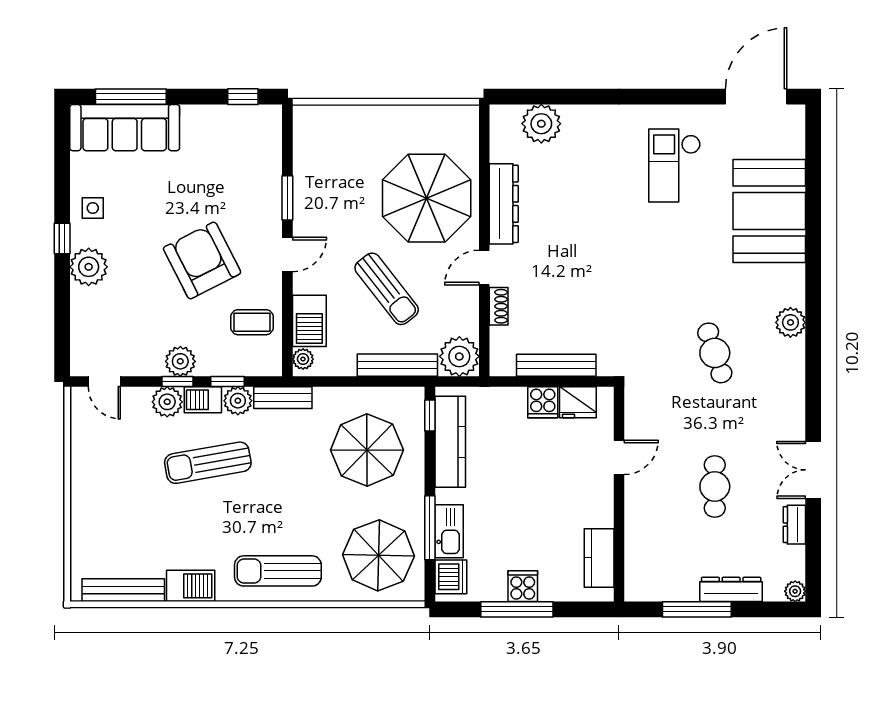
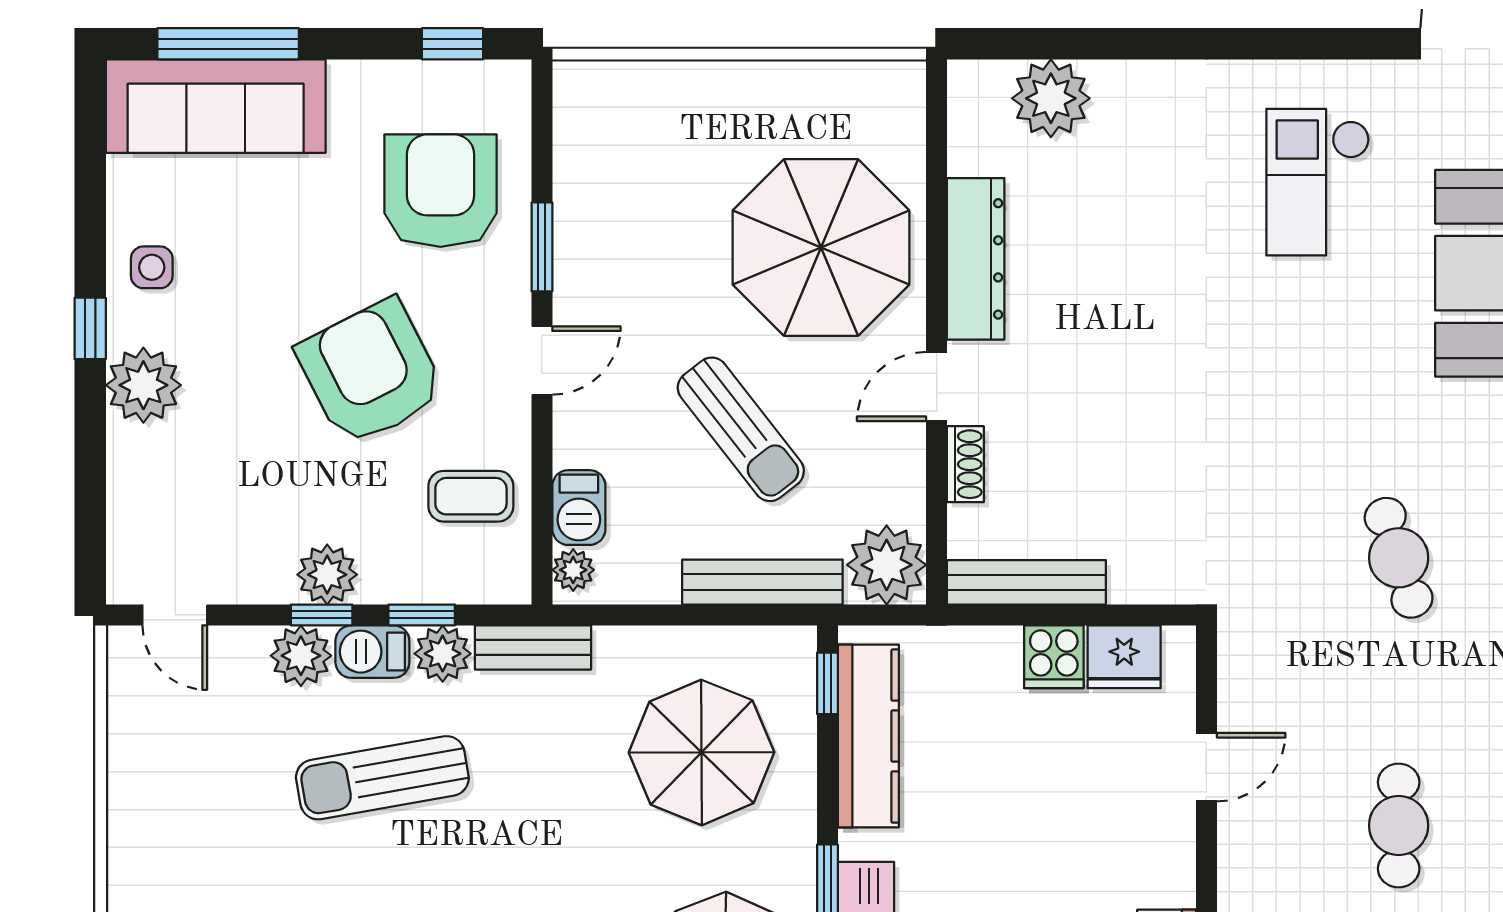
armchair: (237, 170) -> (441, 191), added
barbecue: (309, 321) -> (579, 508), width x0.73, depth x0.79
bench: (556, 365) -> (1026, 582), moved

